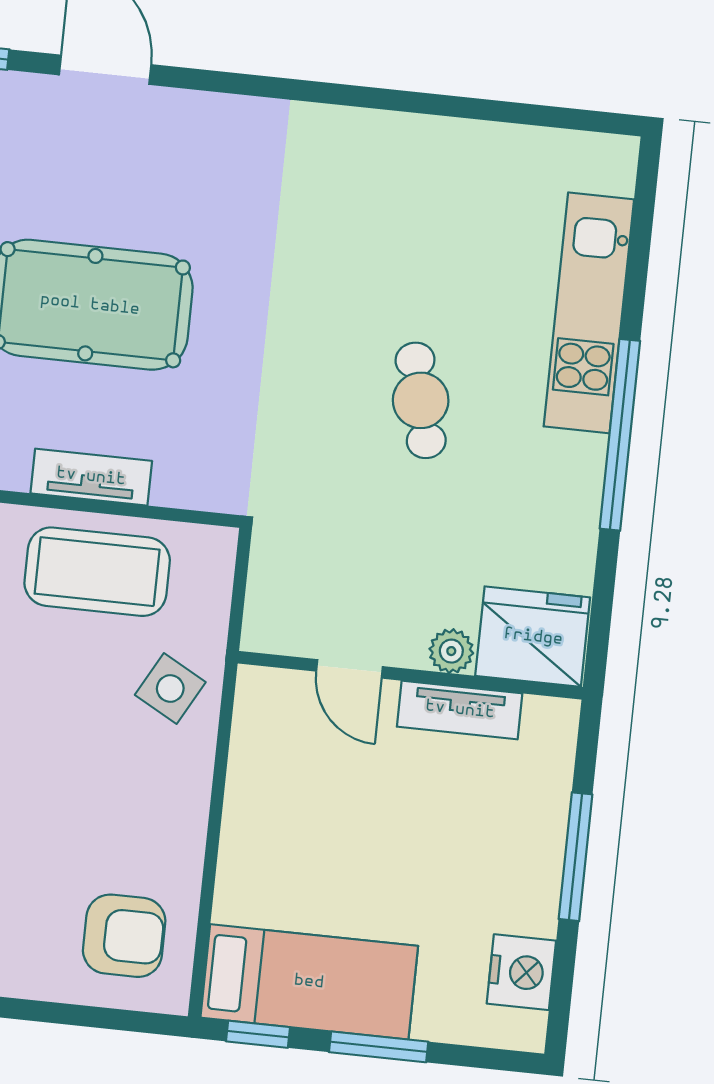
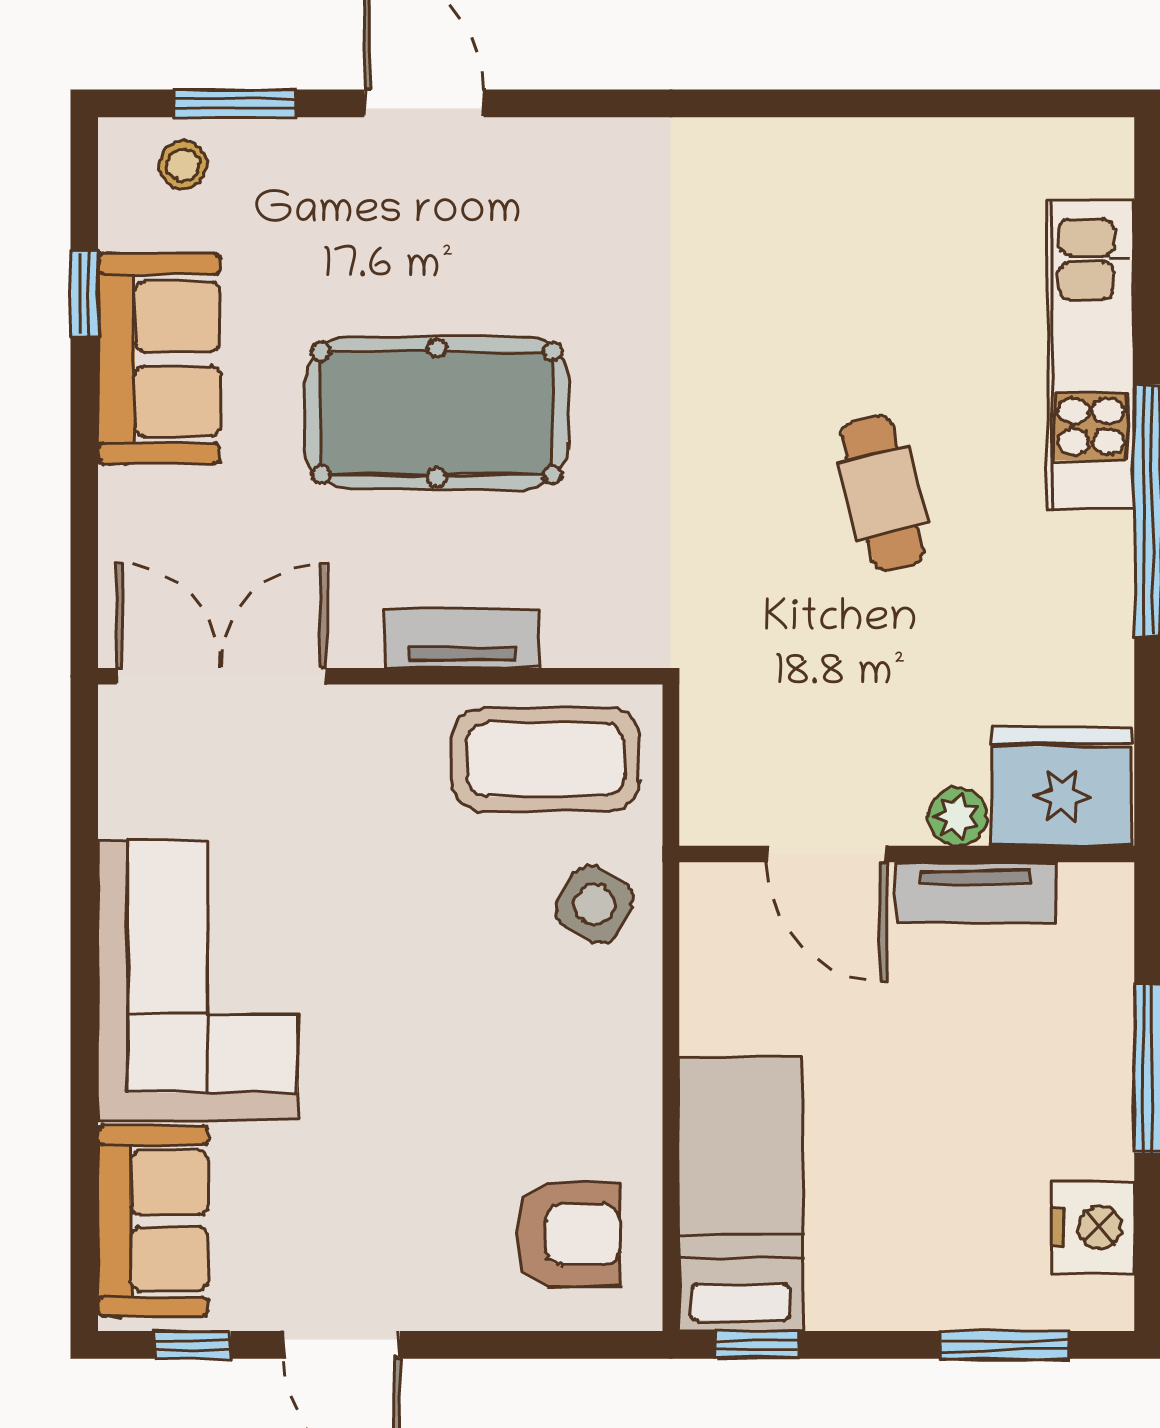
coffee table: (97, 572) -> (546, 759), moved
door: (350, 669) -> (826, 854), width x1.38
bed: (309, 982) -> (741, 1194), moved, turned -90
window: (379, 1047) -> (1005, 1345), moved

